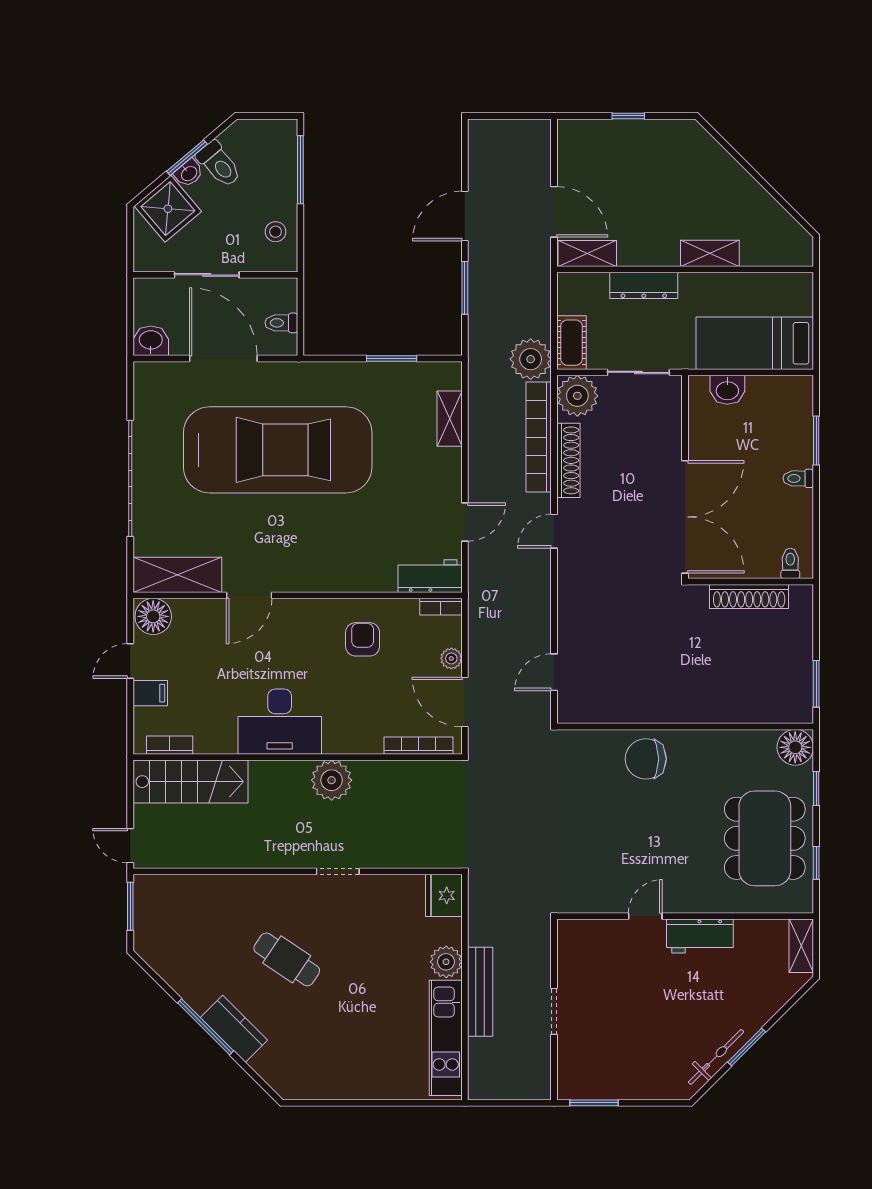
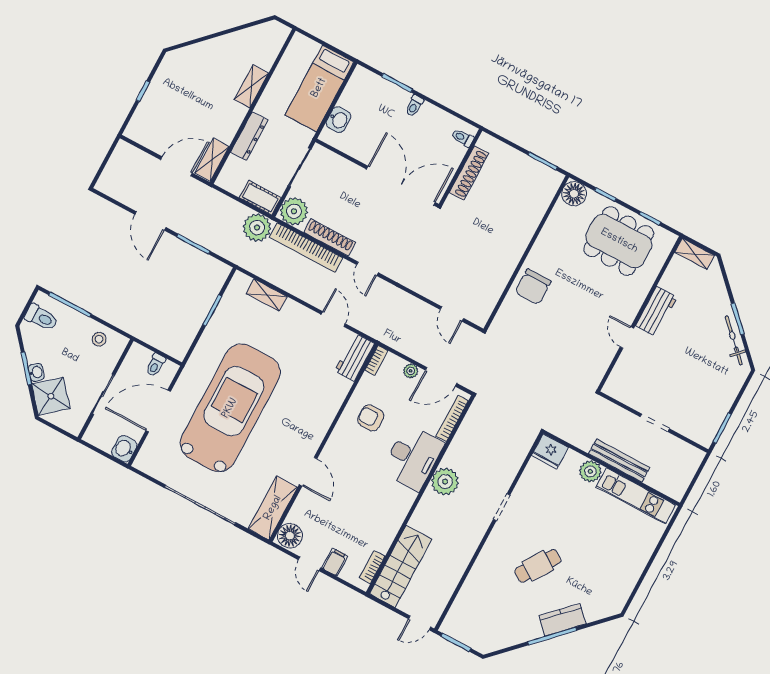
toilet: (219, 164) -> (41, 318), moved, turned 40
desk: (280, 722) -> (413, 458), moved

